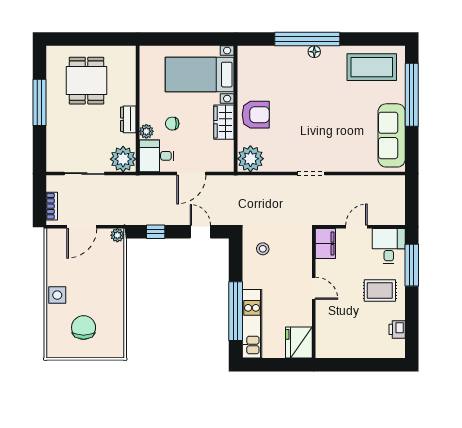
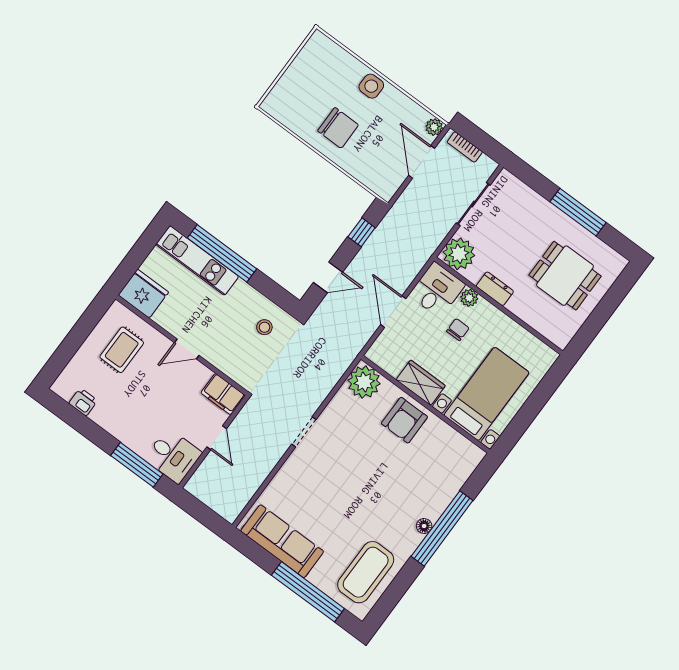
plant: (117, 235) -> (434, 127), moved
rug: (380, 291) -> (122, 350), moved
chair: (84, 327) -> (338, 128), moved

